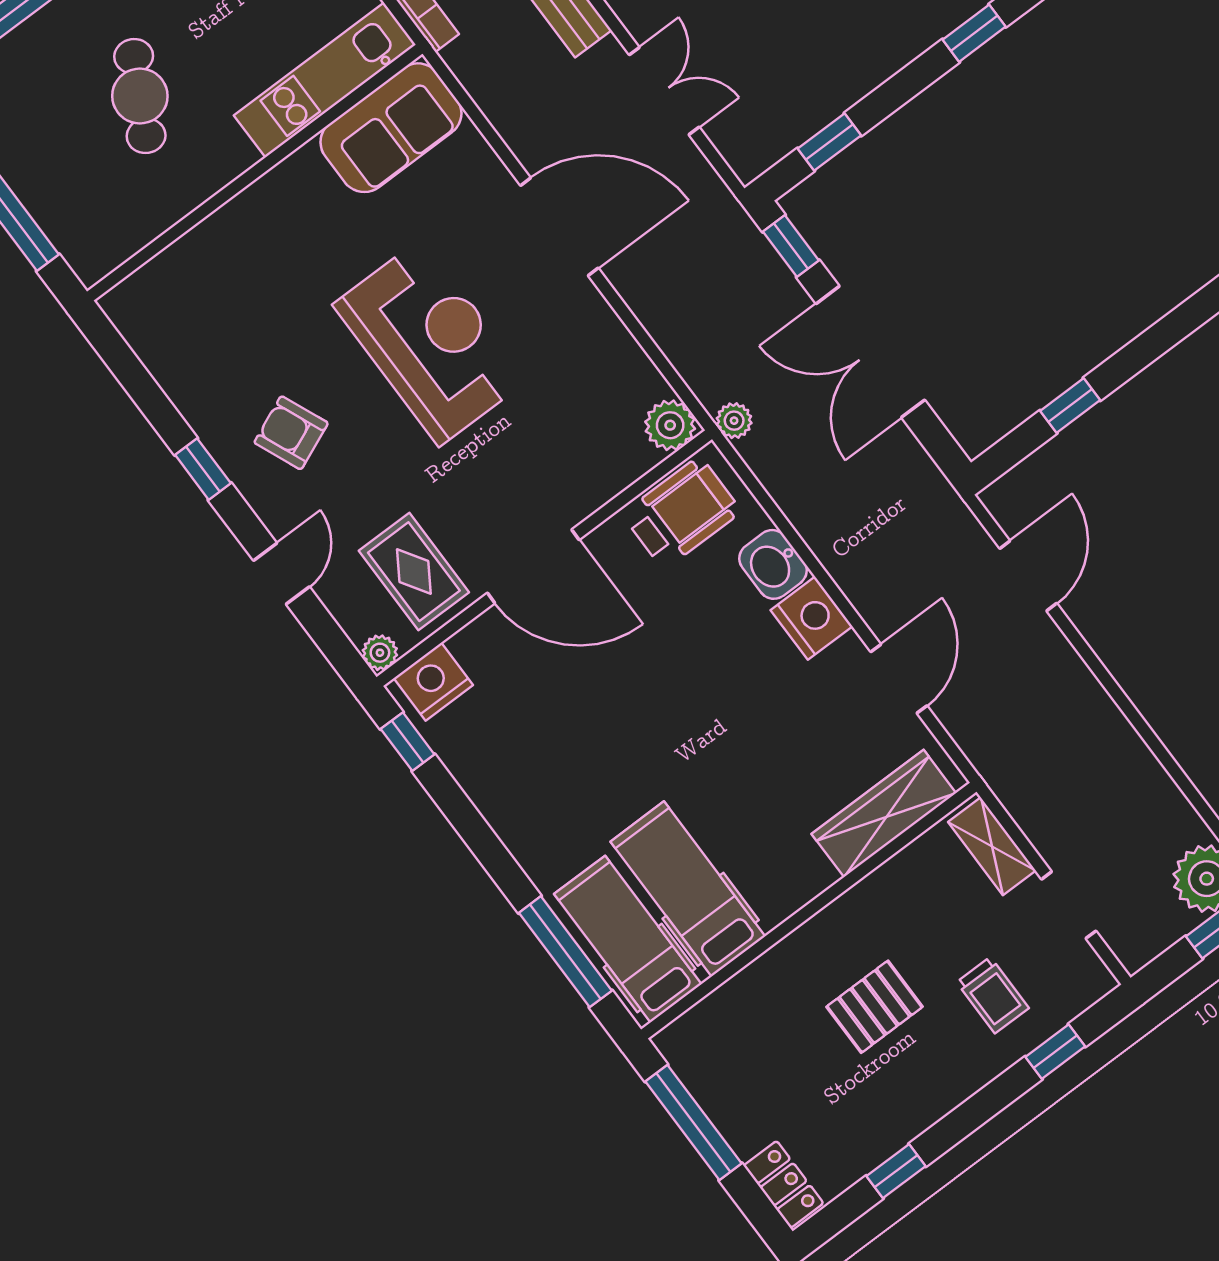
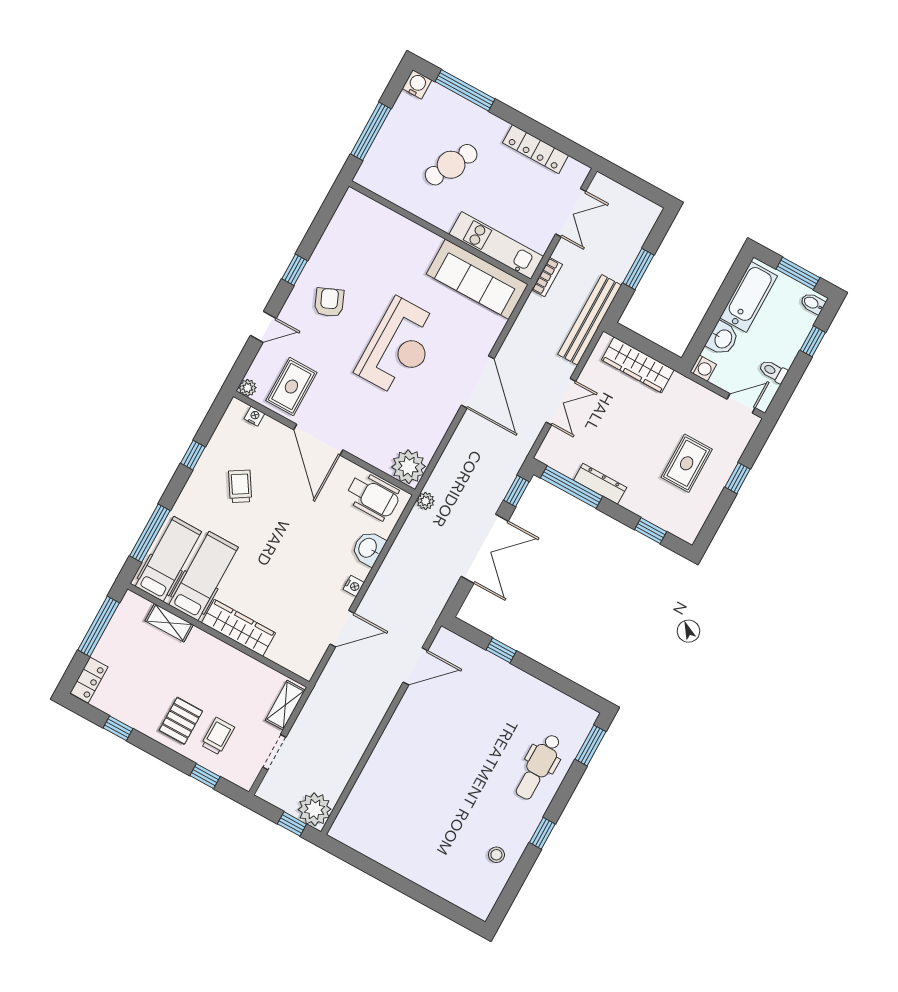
dresser: (847, 87) -> (600, 484), added
sofa: (391, 128) -> (477, 279), width x1.36
window: (829, 142) -> (572, 487), width x2.17
double door: (870, 352) -> (485, 549), swing flipped
plant: (670, 425) -> (409, 467), width x1.36, depth x1.36
nightstand: (812, 618) -> (354, 586), width x0.53, depth x0.56
nightstand: (433, 682) -> (254, 416), width x0.53, depth x0.56
window: (408, 742) -> (193, 455), moved
trolley: (554, 748) -> (240, 486), added
wardrobe: (884, 813) -> (239, 628), moved
shelving: (745, 990) -> (169, 623), added
trolley: (993, 995) -> (218, 736), turned 180
pallet: (875, 1007) -> (181, 721), moved, turned 90

